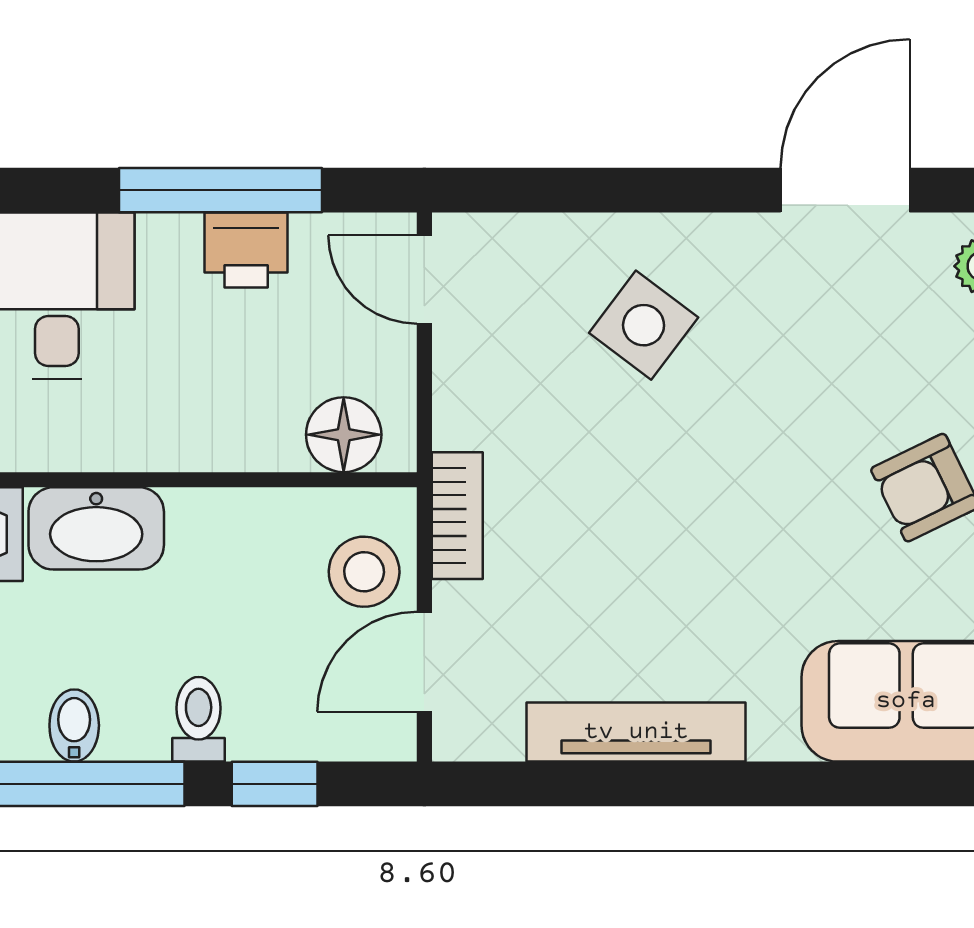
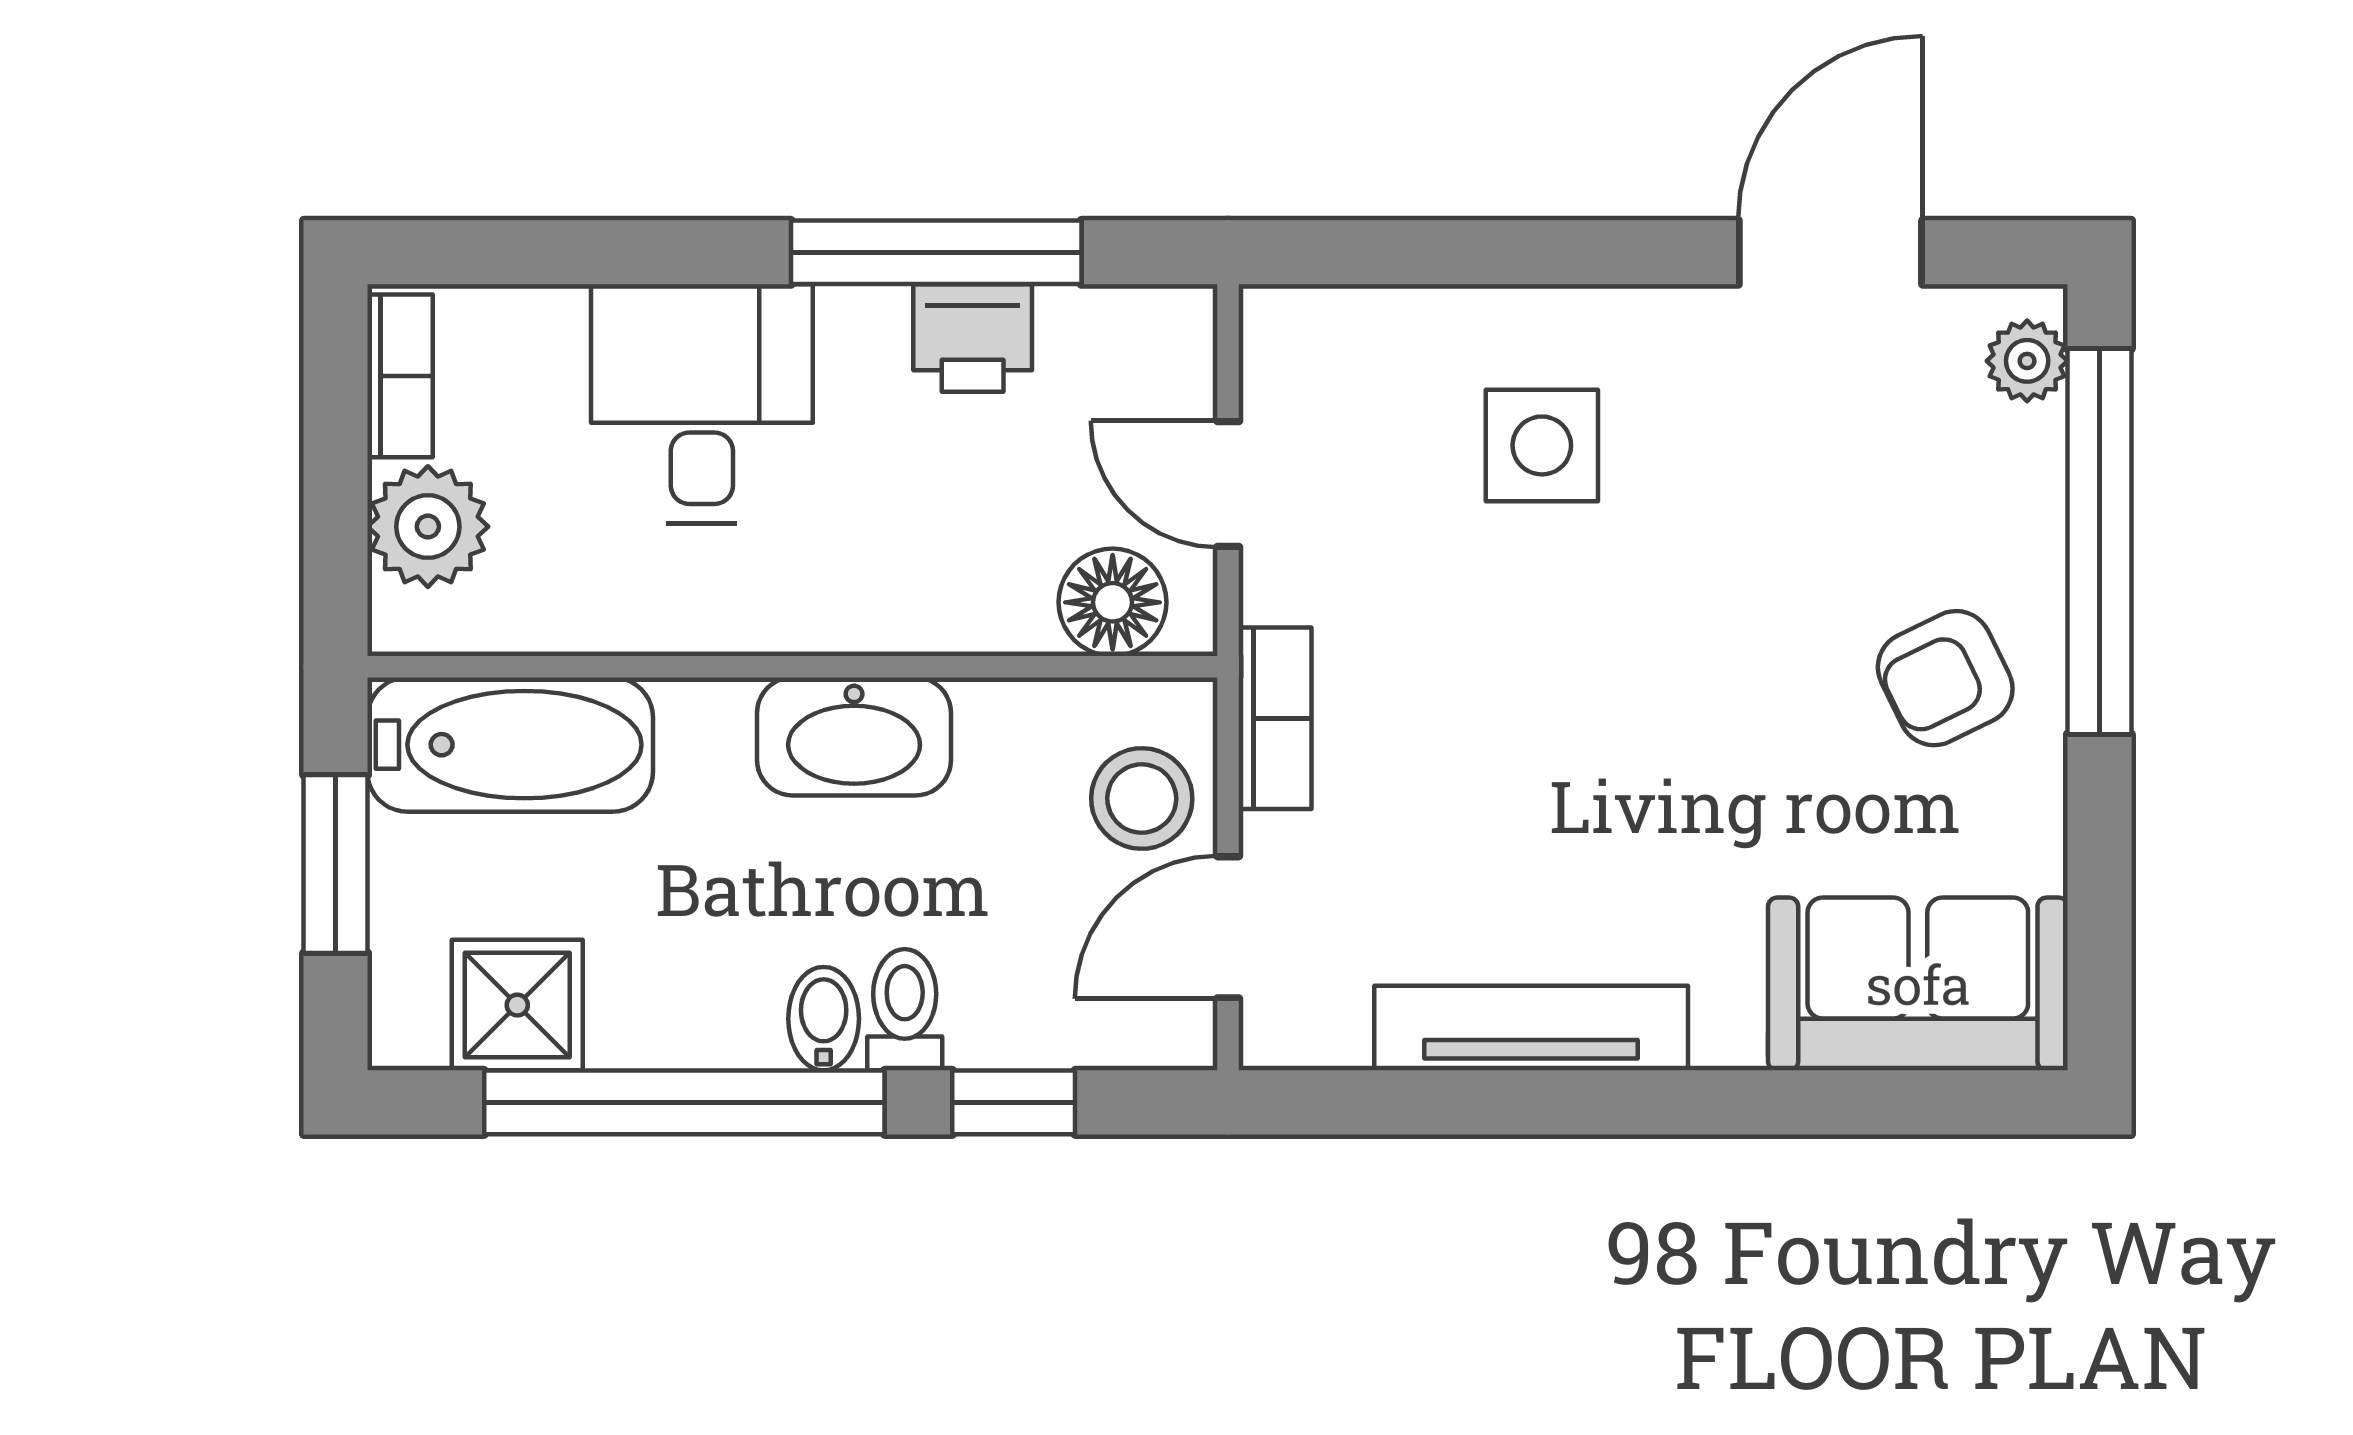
door: (424, 280) -> (1228, 484), moved
side table: (644, 325) -> (1542, 445), turned -37
washbasin: (96, 528) -> (854, 736), moved
bidet: (74, 725) -> (824, 1019), moved

